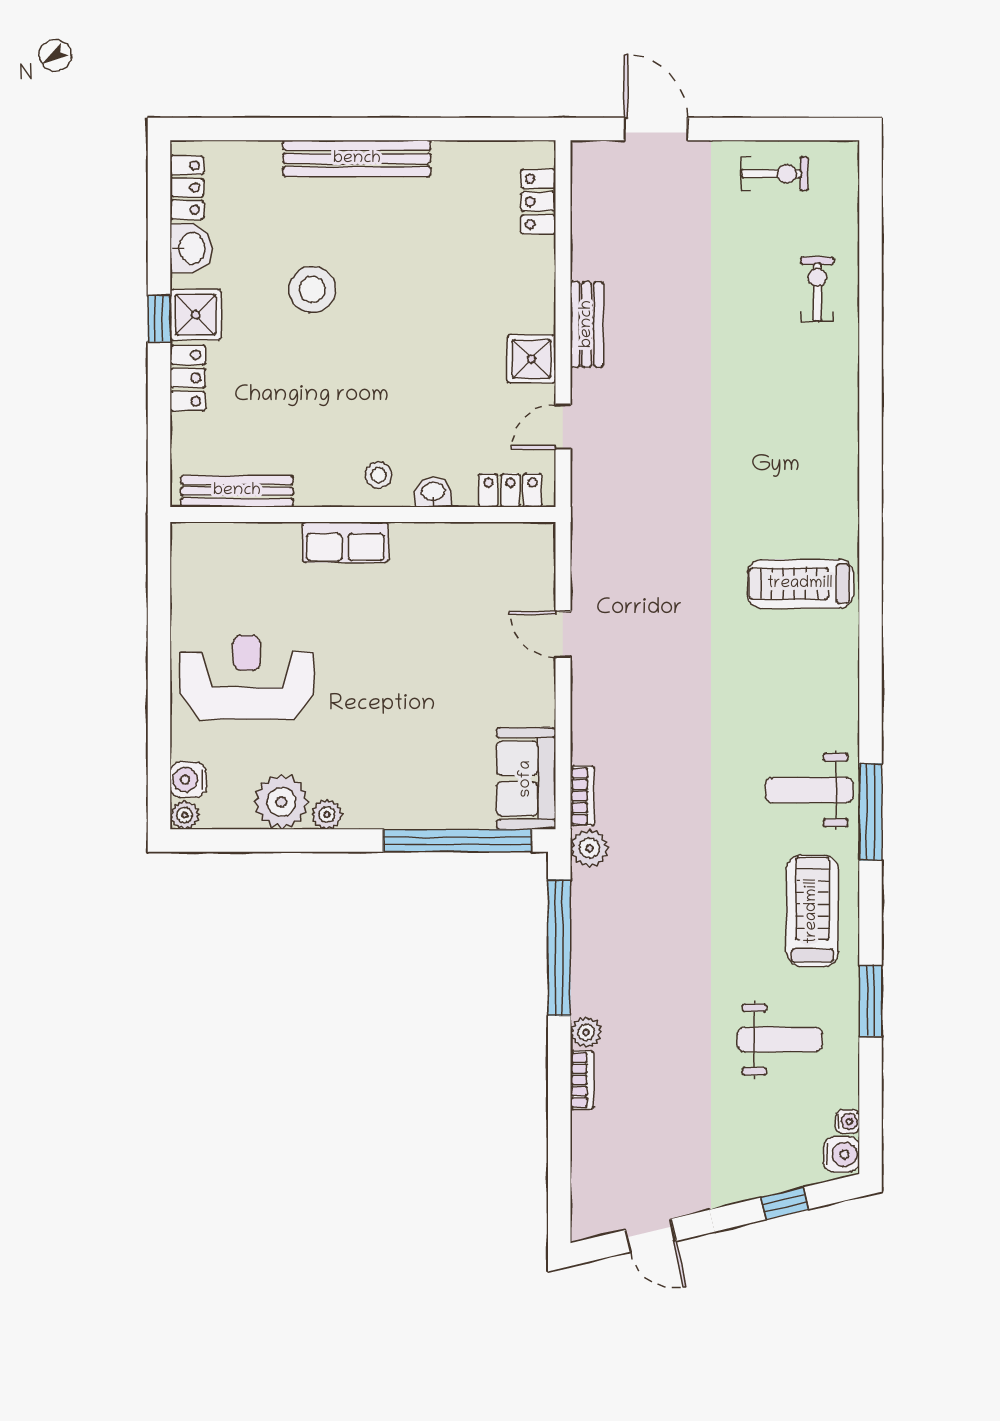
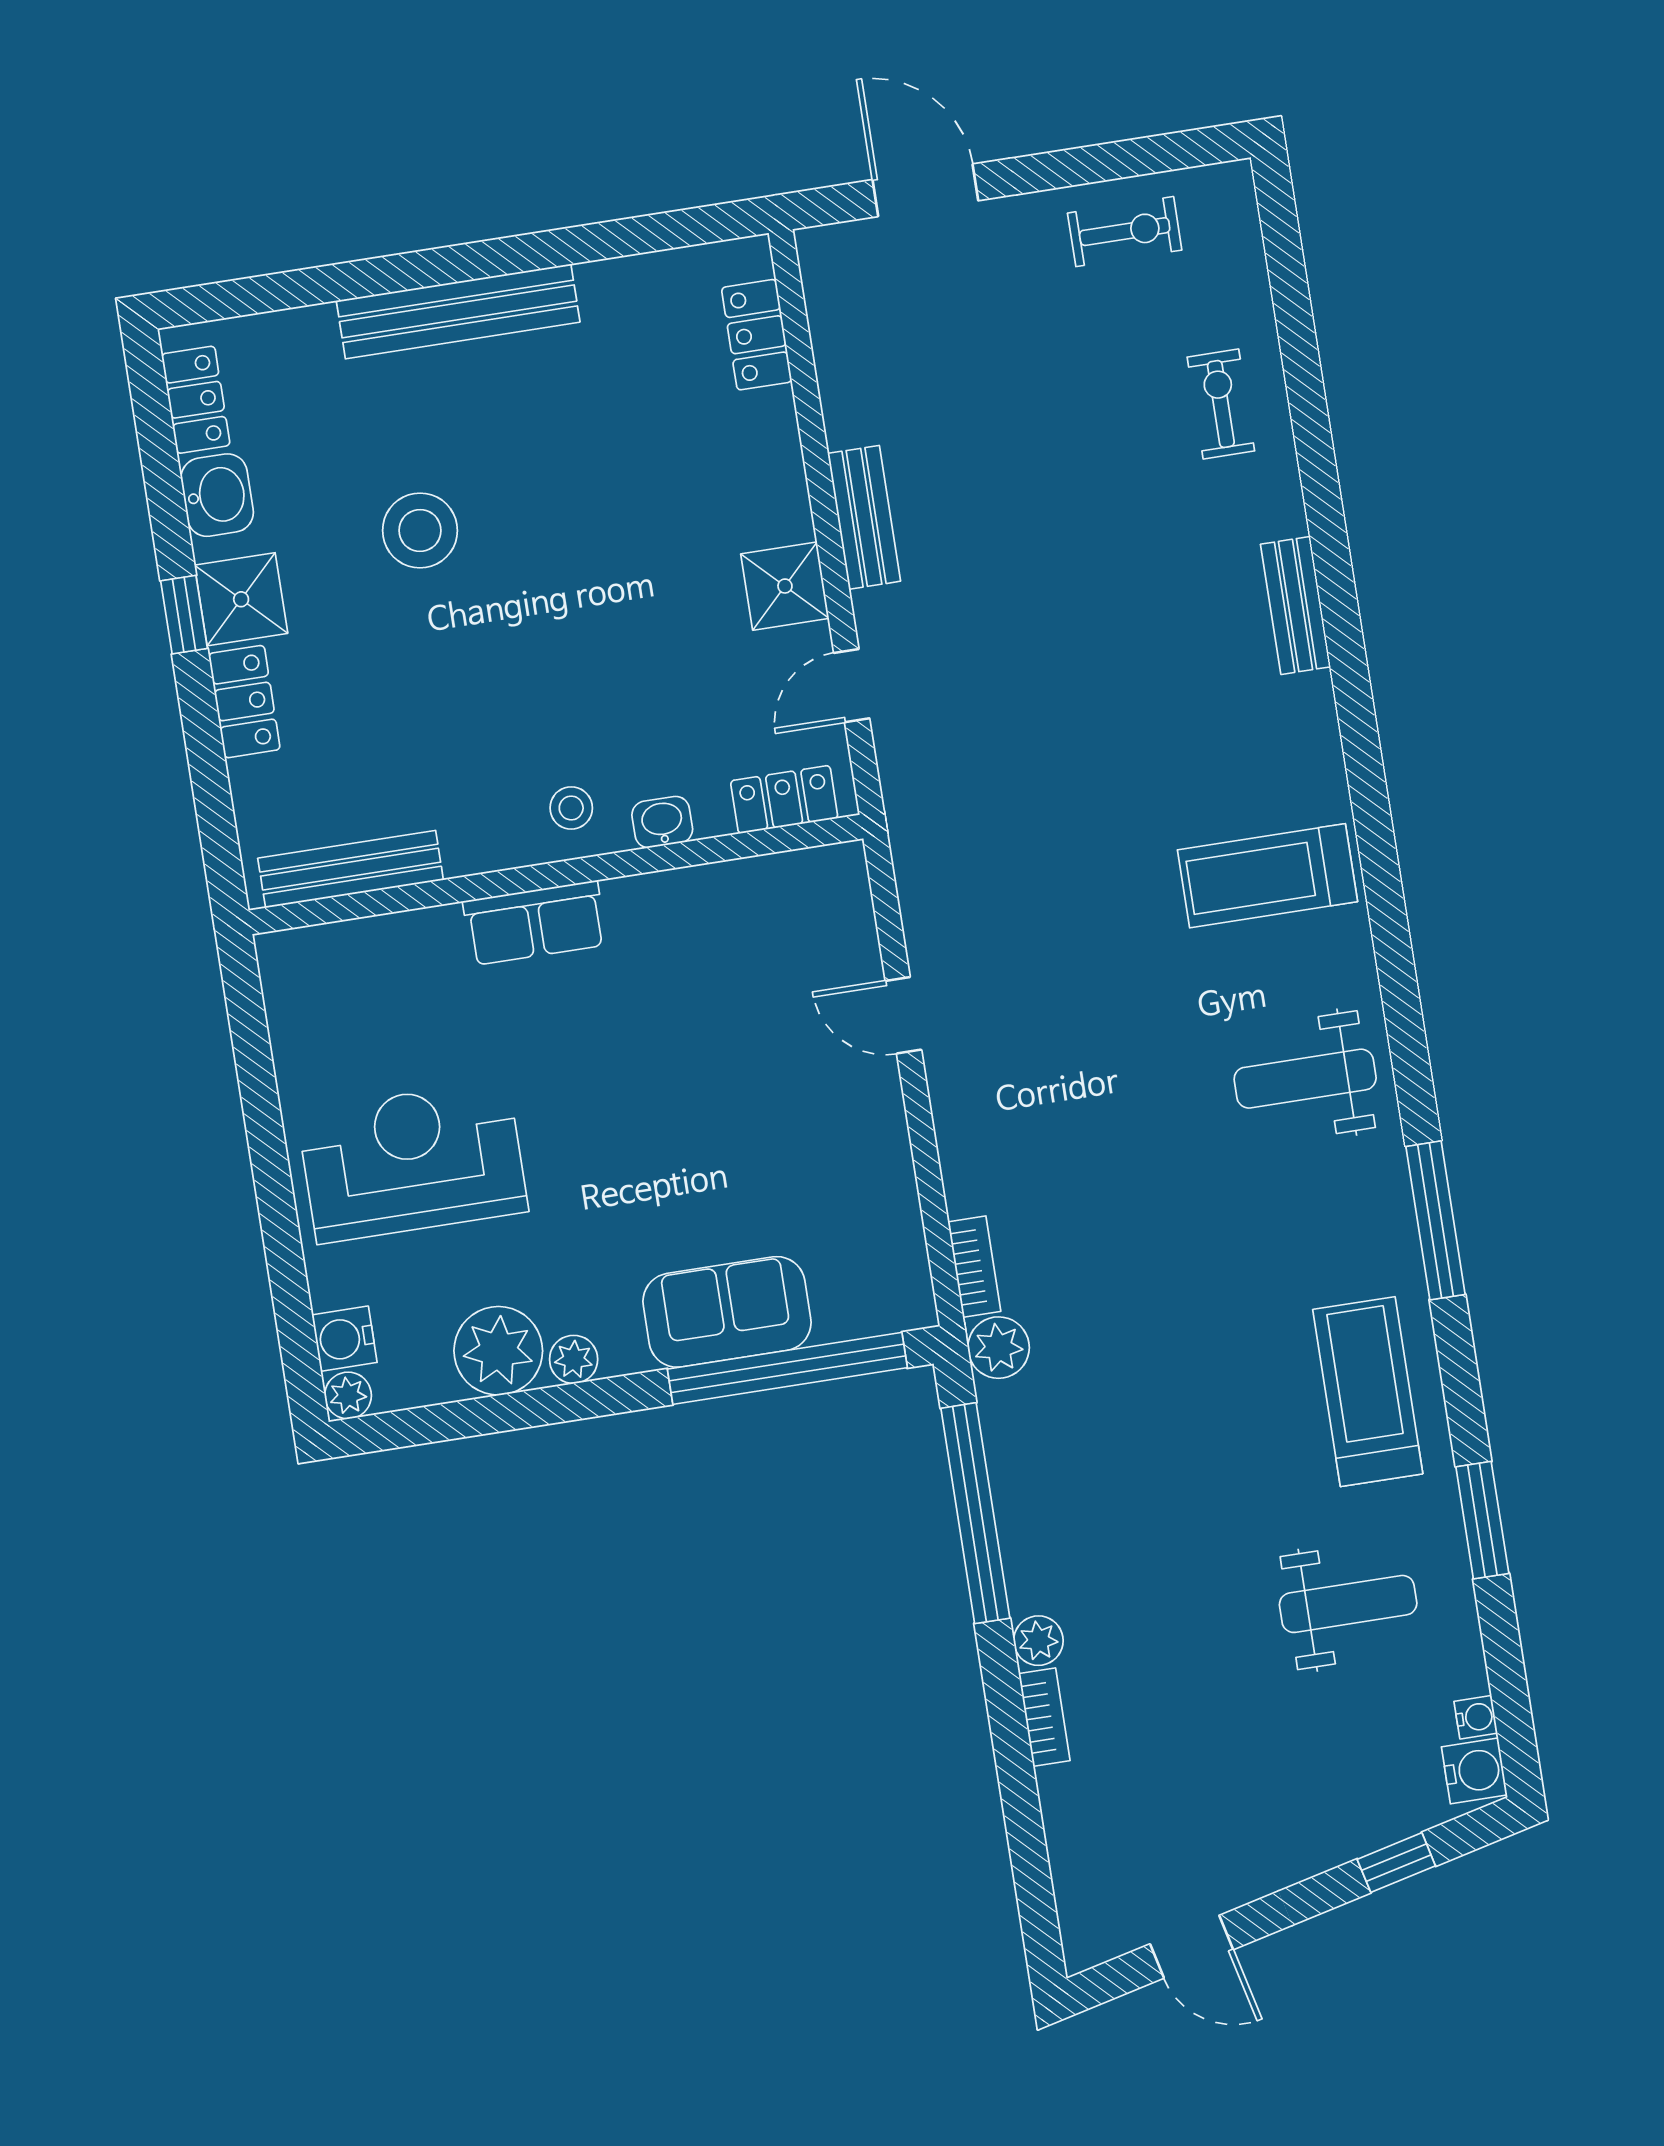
bench: (844, 420) -> (1296, 605), added
sofa: (526, 779) -> (727, 1312), moved, turned 90
weight bench: (809, 790) -> (1305, 1079), moved

